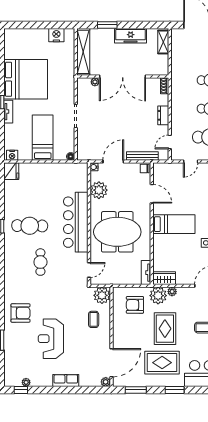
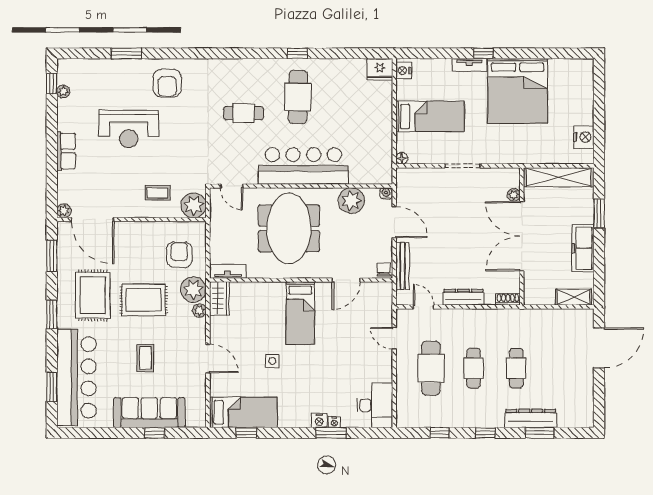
dresser: (163, 115) -> (463, 297), width x1.44
reception desk: (51, 339) -> (129, 129), turned 180

